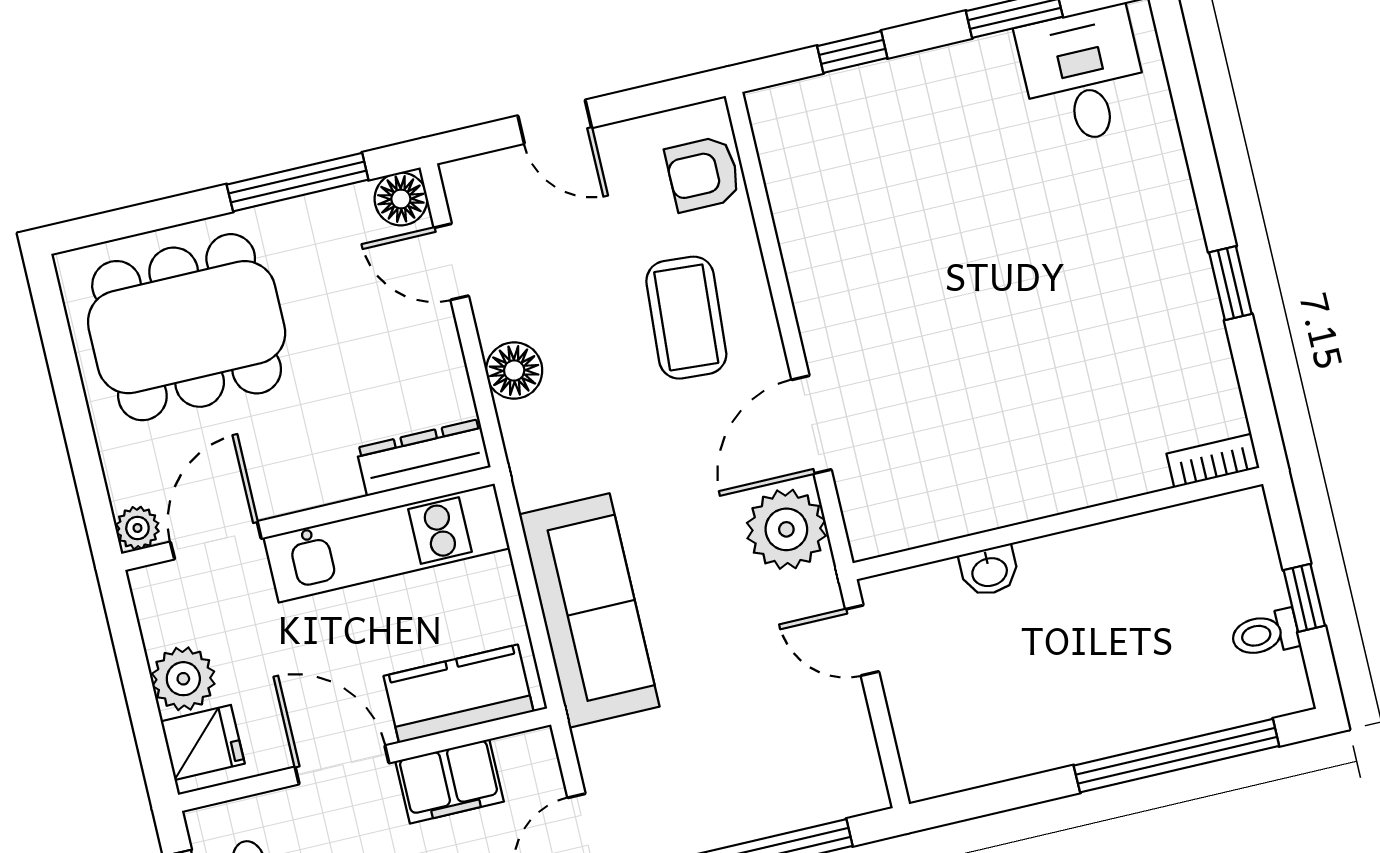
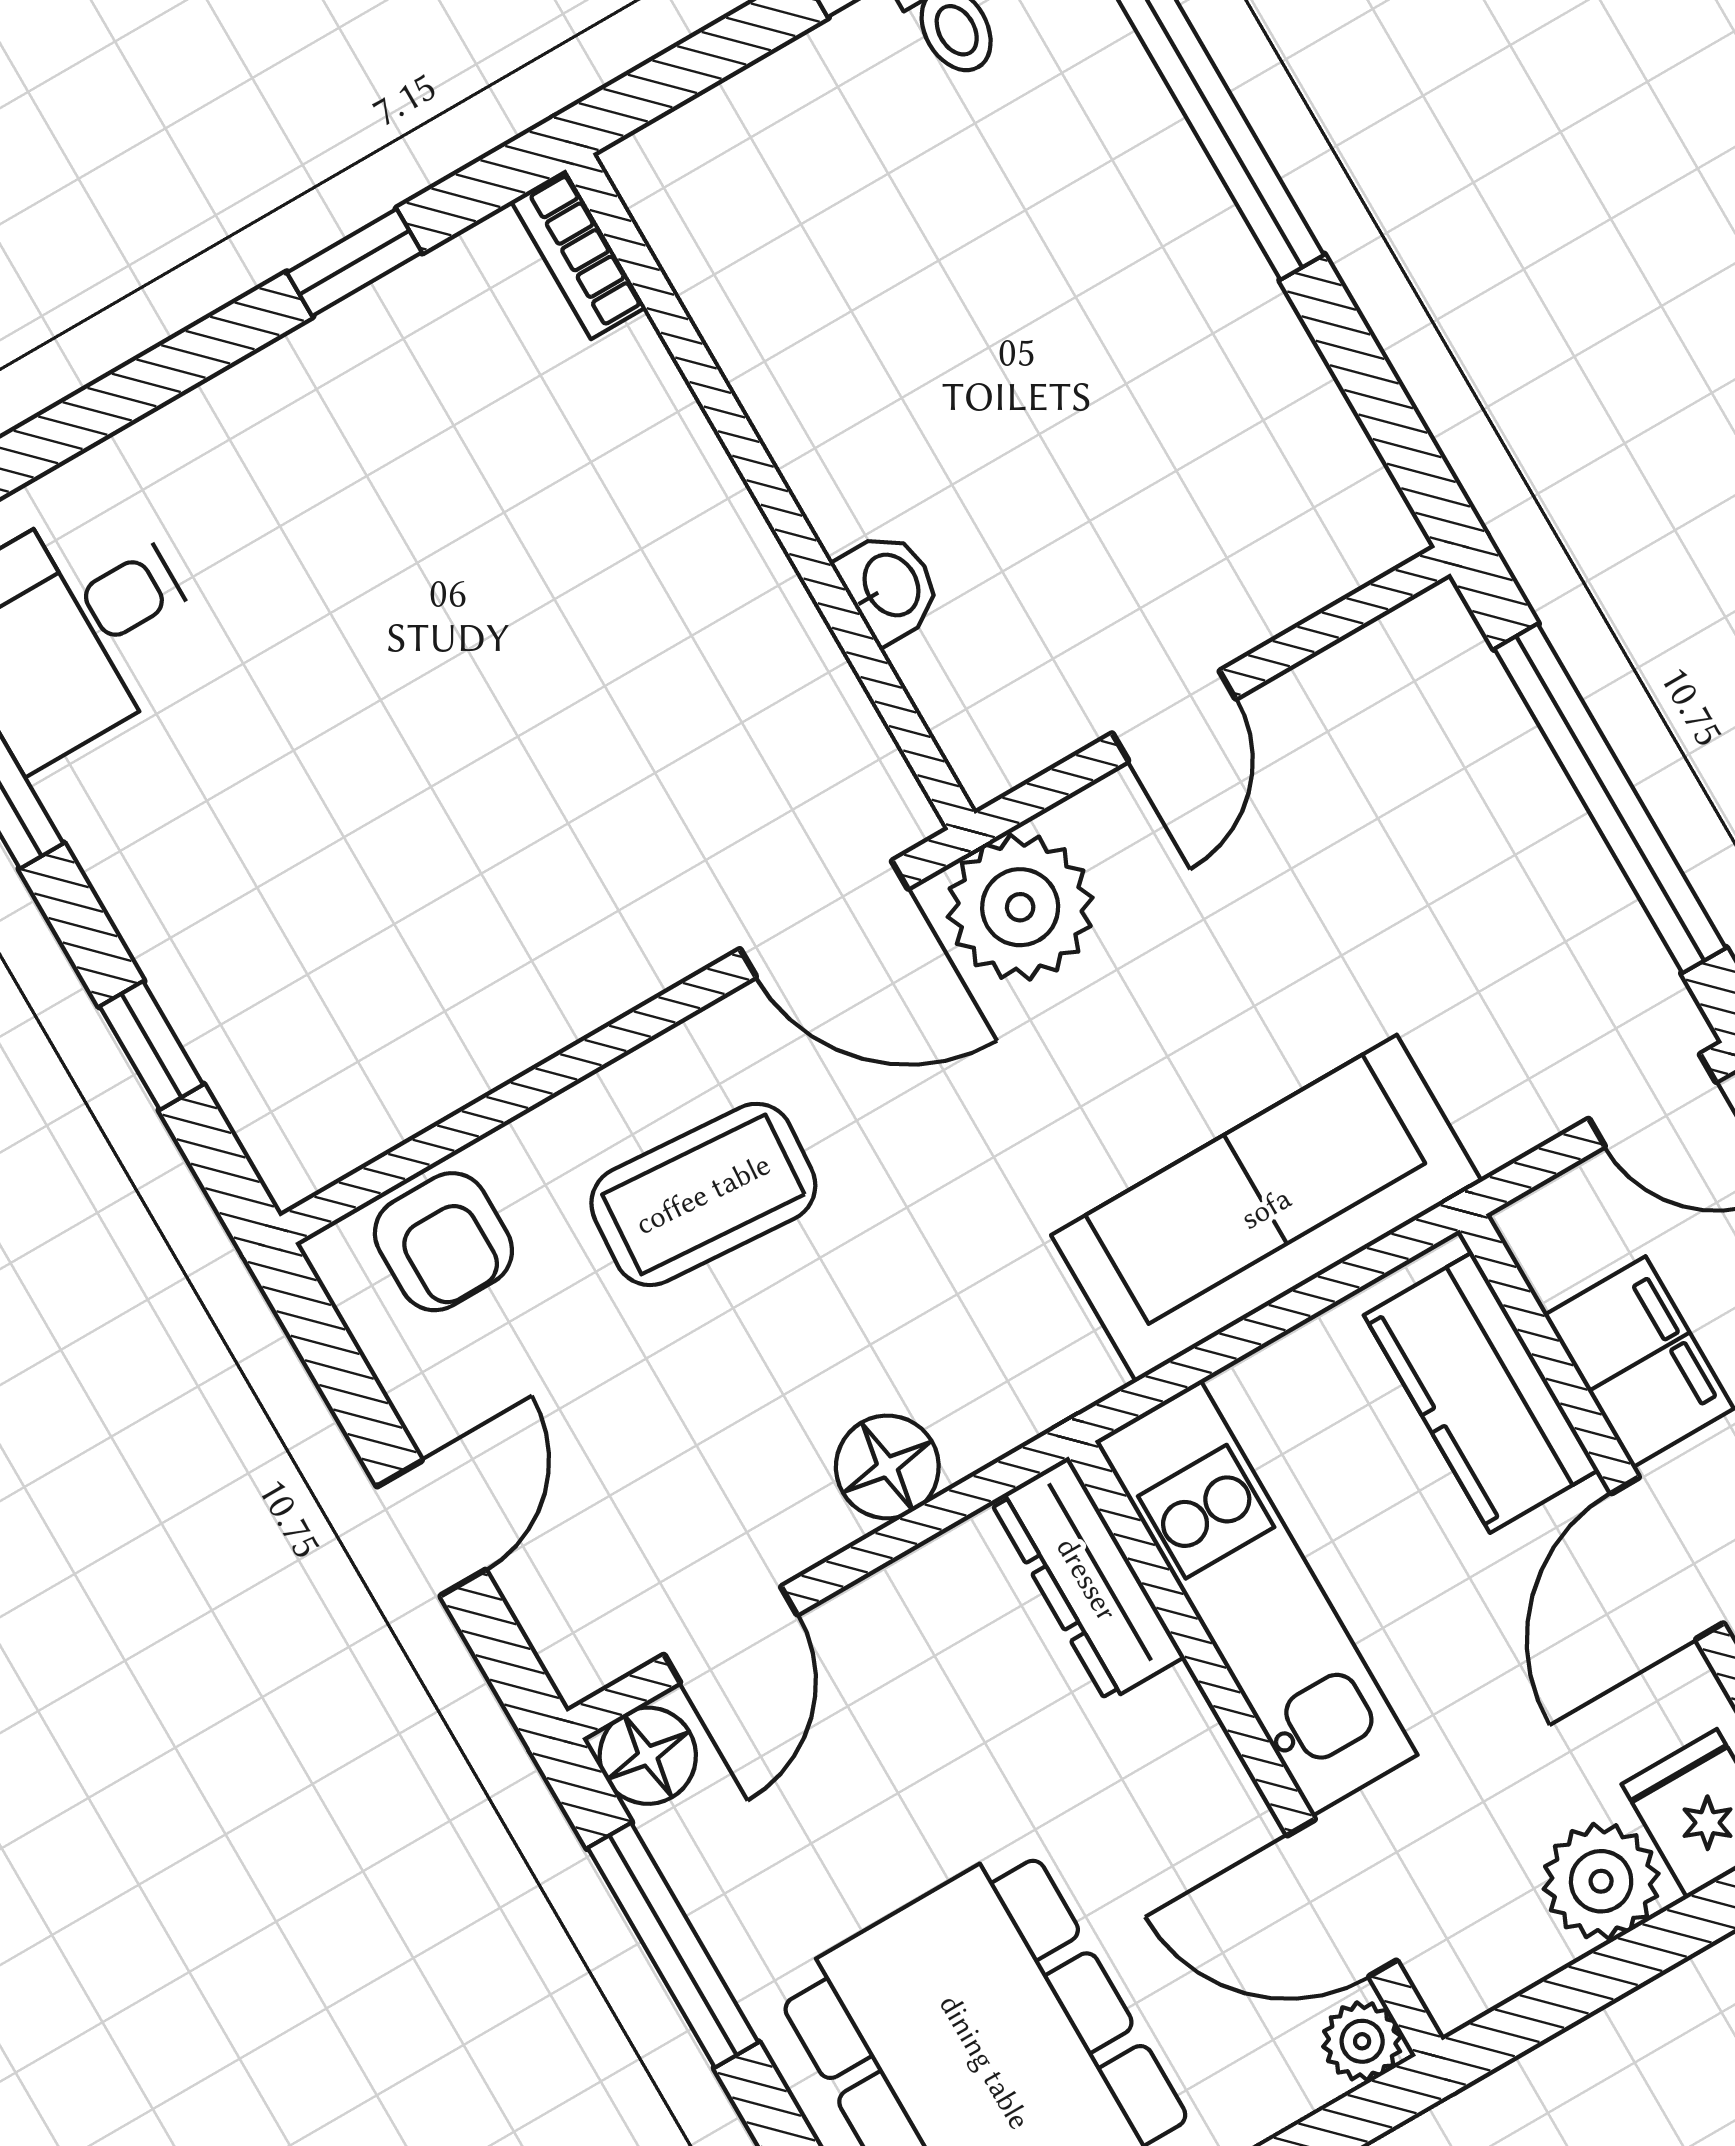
bookcase: (1213, 461) -> (578, 254), moved
wall: (1058, 524) -> (770, 491), moved
washbasin: (989, 571) -> (889, 586), moved

